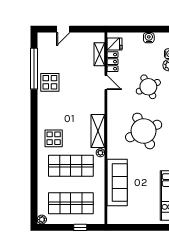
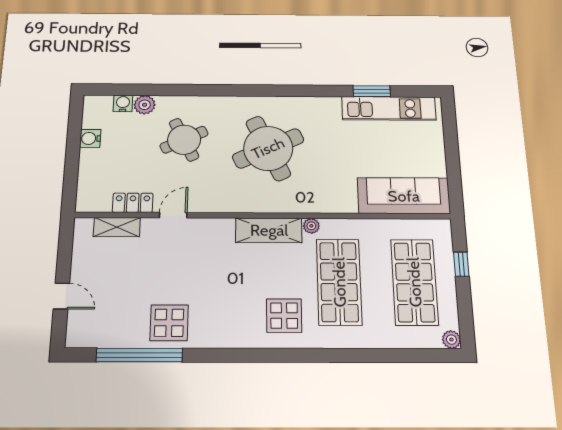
fridge: (115, 44) -> (98, 199), removed
sofa: (117, 182) -> (404, 196), moved

